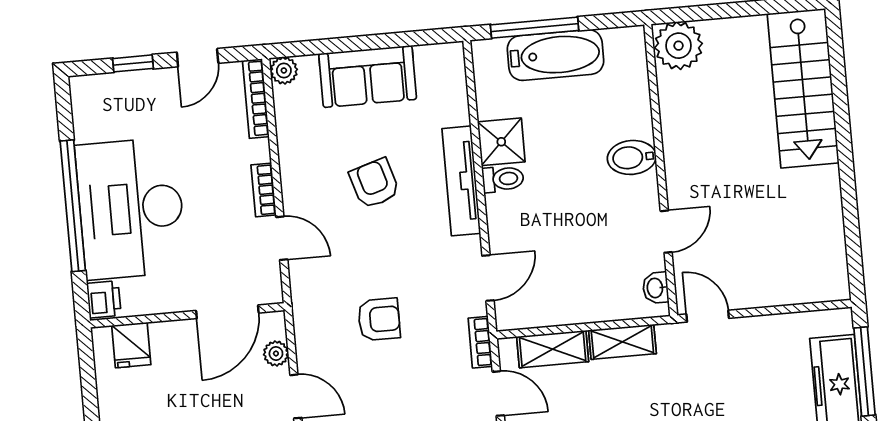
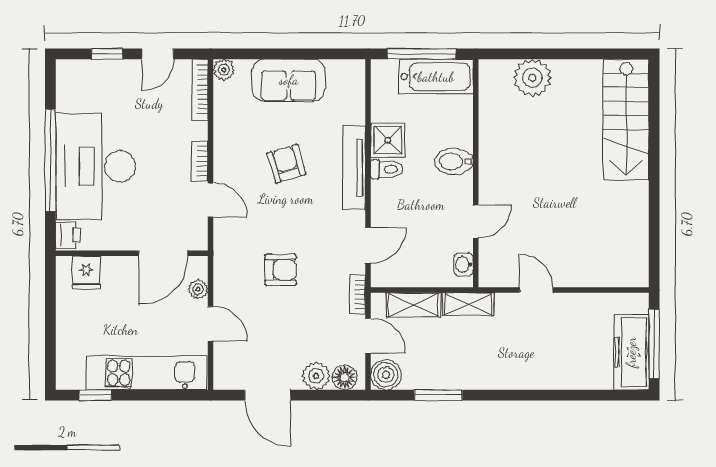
bidet: (632, 157) -> (454, 161), moved
wall: (661, 170) -> (476, 173), moved
door: (666, 232) -> (476, 221), moved
washbasin: (656, 288) -> (464, 264), moved

